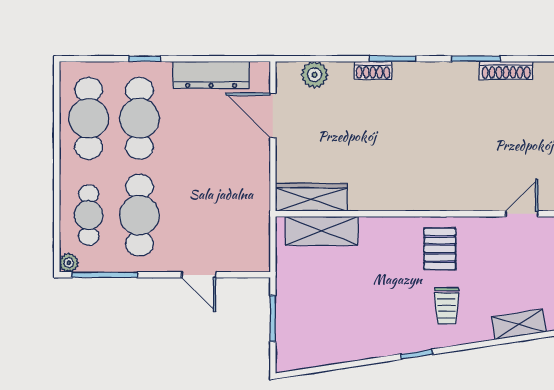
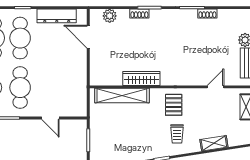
shoe rack: (506, 70) -> (207, 14), width x0.70
wardrobe: (311, 197) -> (141, 78), moved
shelving: (322, 231) -> (122, 96), width x1.47

